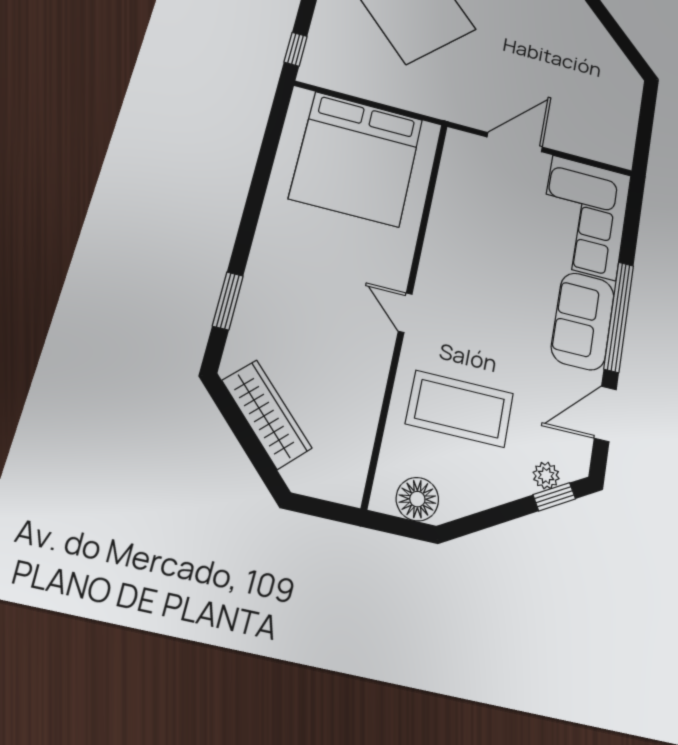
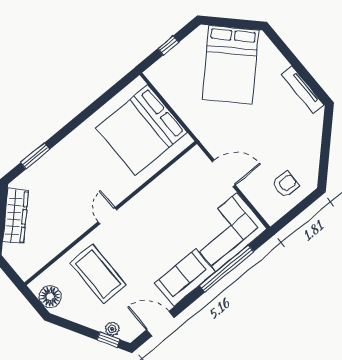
window: (296, 49) -> (168, 45), moved
armchair: (603, 103) -> (286, 185), added
window: (619, 317) -> (227, 269), moved

